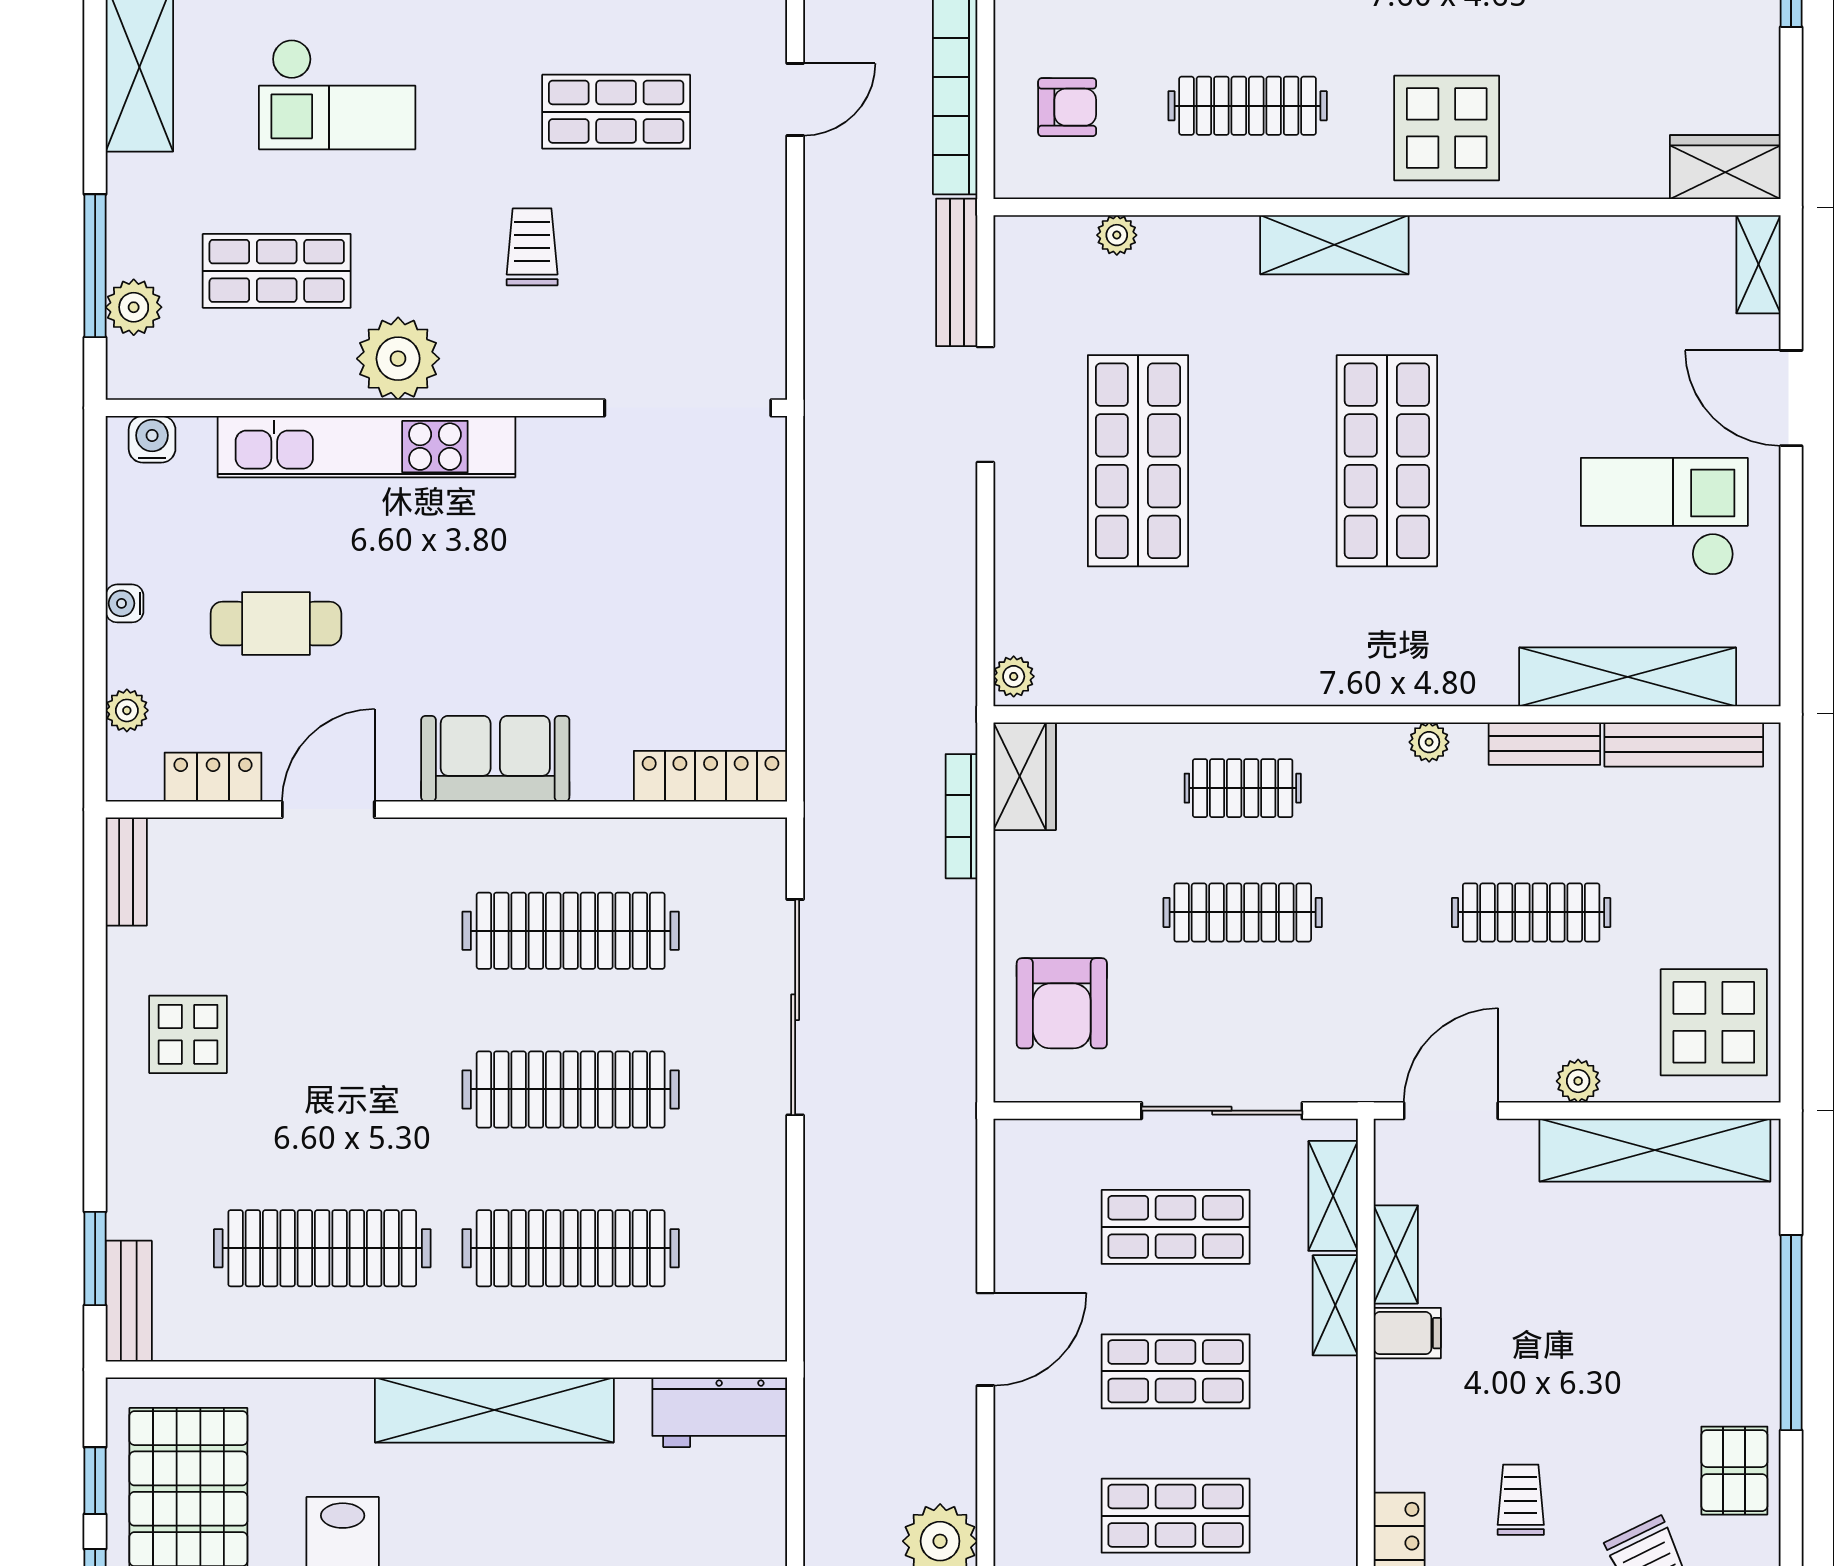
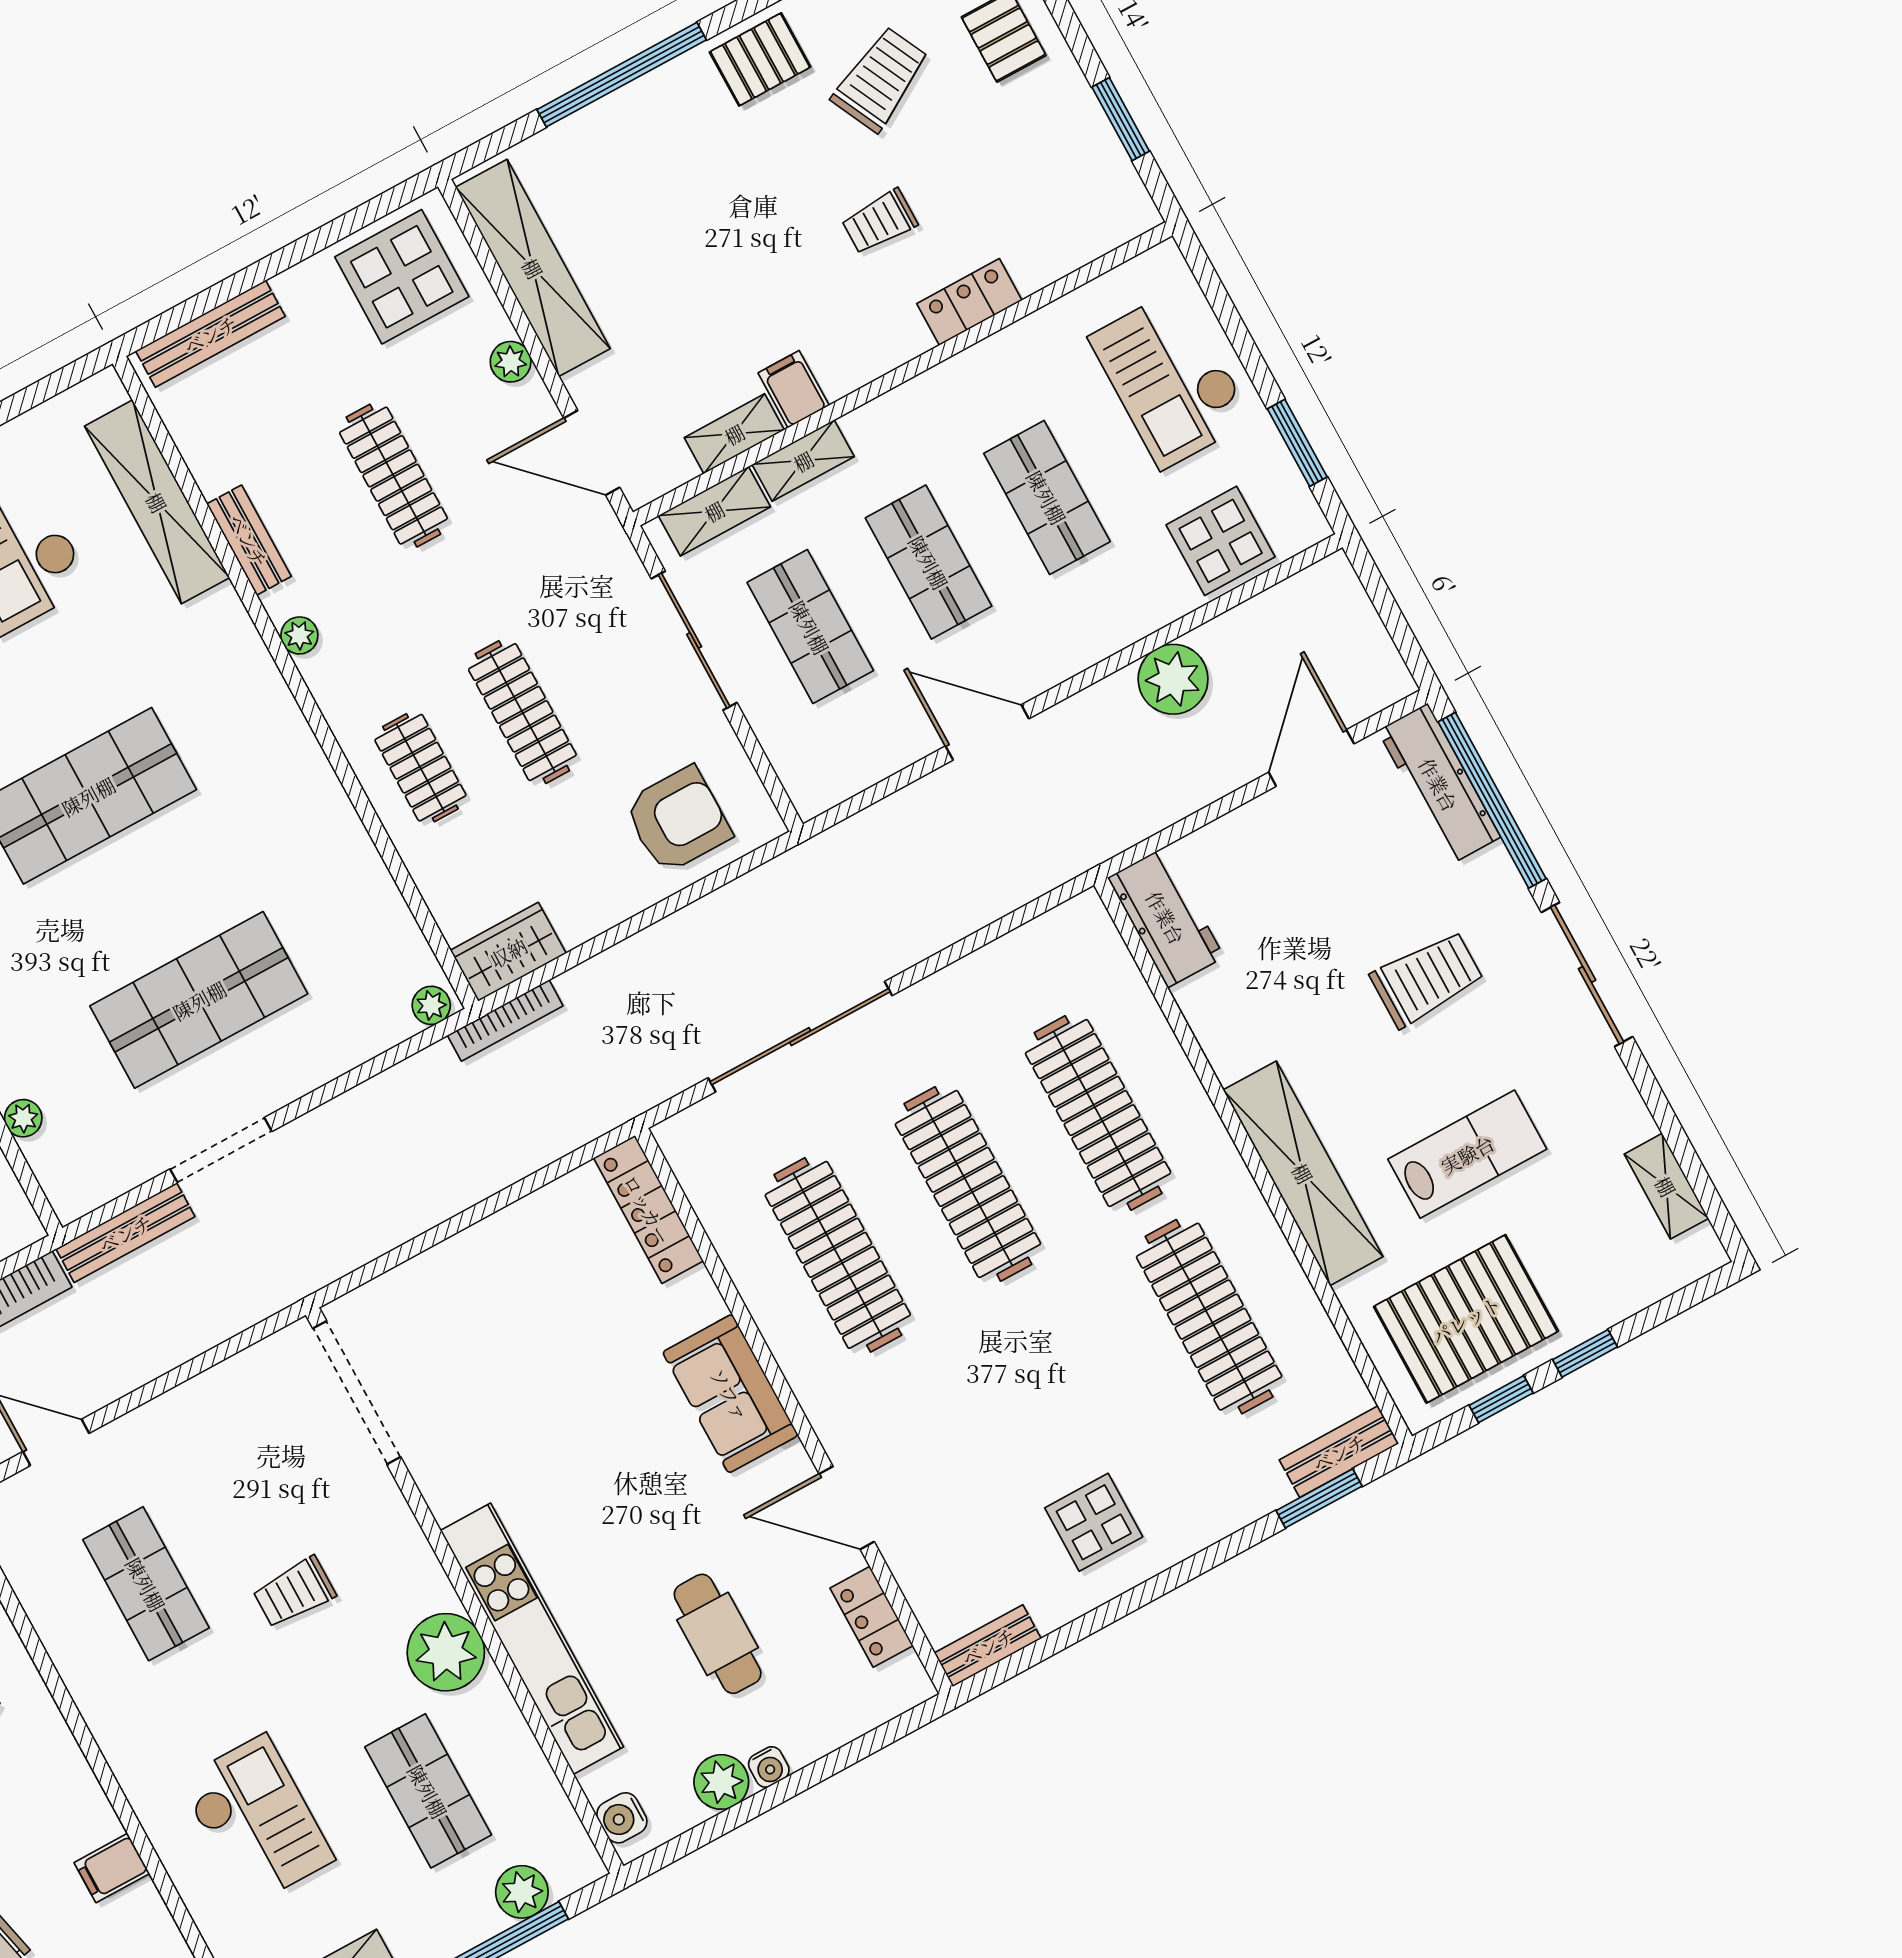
plant: (127, 710) -> (721, 1782), moved, width x1.38, depth x1.38
bench: (1684, 744) -> (210, 334), moved, turned 90
bookcase: (962, 816) -> (505, 1020), moved
shelving: (494, 1410) -> (1303, 1173), moved

